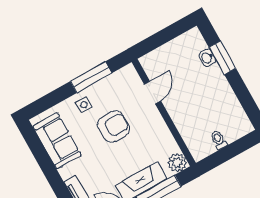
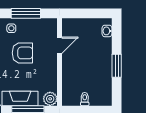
washbasin: (207, 58) -> (107, 31), moved
window: (222, 58) -> (117, 66), moved

